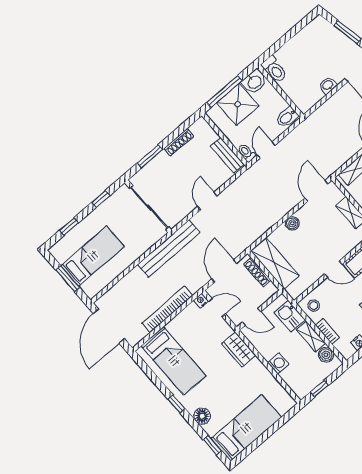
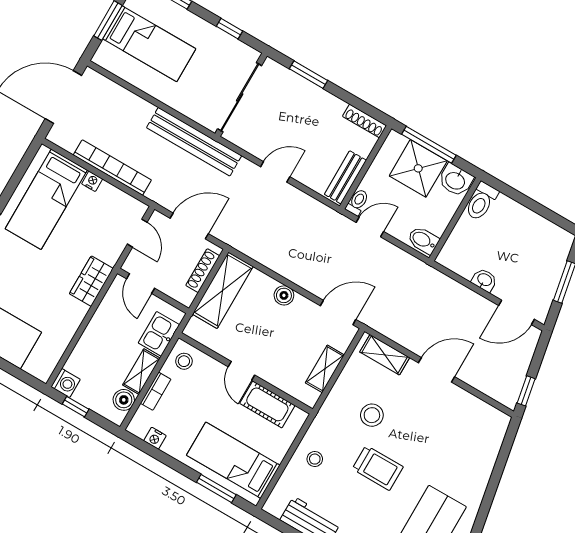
shoe rack: (179, 142) -> (365, 121), moved
nightstand: (201, 301) -> (92, 181), moved
washing machine: (278, 364) -> (66, 383), moved

